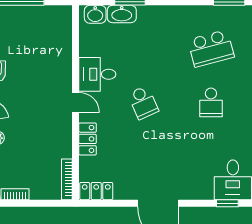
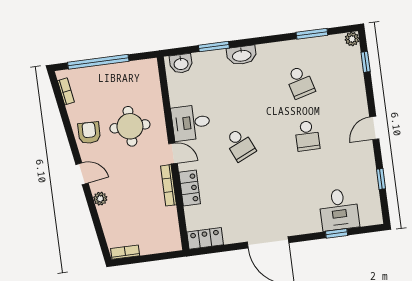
washbasin: (122, 14) -> (242, 55), moved
school desk: (211, 48) -> (300, 82), width x0.54
round table: (36, 70) -> (130, 126), added
bookcase: (67, 179) -> (168, 185), moved

